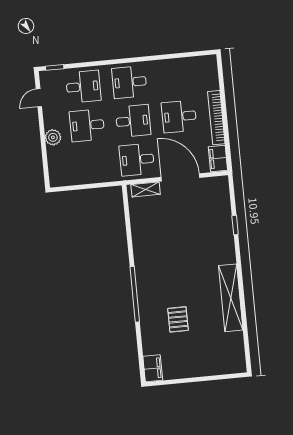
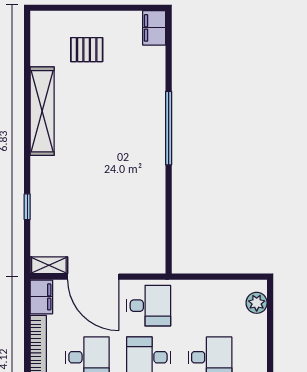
plant: (53, 137) -> (257, 303), moved
shelving: (146, 189) -> (49, 265), moved
pallet: (178, 319) -> (87, 50), moved, turned 90

